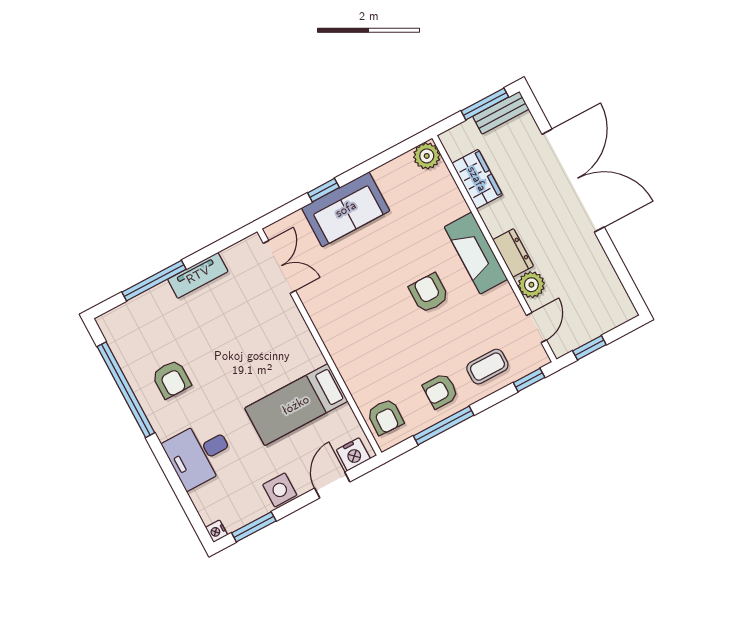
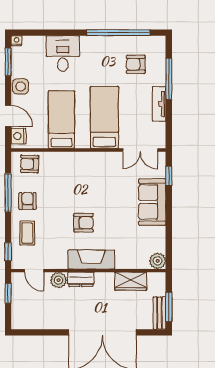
window: (323, 190) -> (169, 176), moved
bed: (260, 344) -> (104, 117), added
armchair: (171, 379) -> (136, 64), moved

